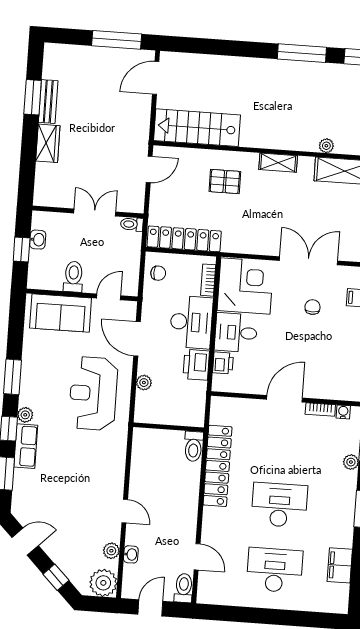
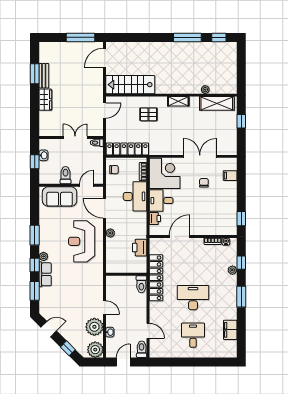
printer: (196, 365) -> (140, 248), moved
door: (285, 399) -> (180, 236), moved
wall: (168, 427) -> (126, 274), moved
toilet: (194, 446) -> (141, 284), moved
plant: (111, 551) -> (94, 327), width x1.87, depth x1.87
desk: (275, 570) -> (193, 335), width x0.73

